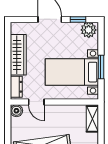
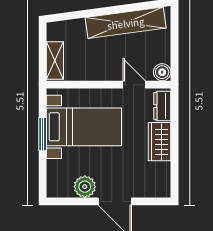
window: (78, 19) -> (75, 201), removed
plant: (89, 30) -> (85, 187), moved
wardrobe: (18, 55) -> (160, 142), width x0.67

